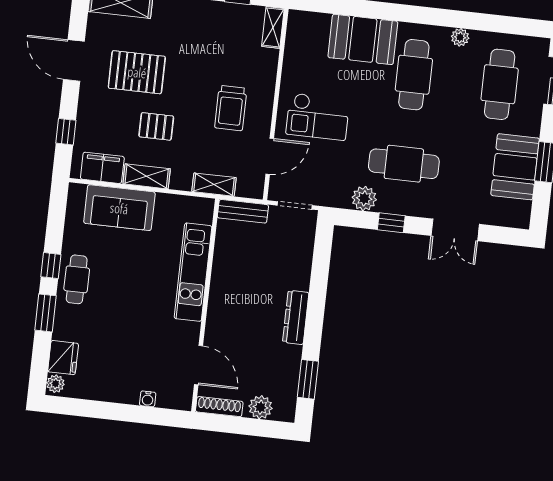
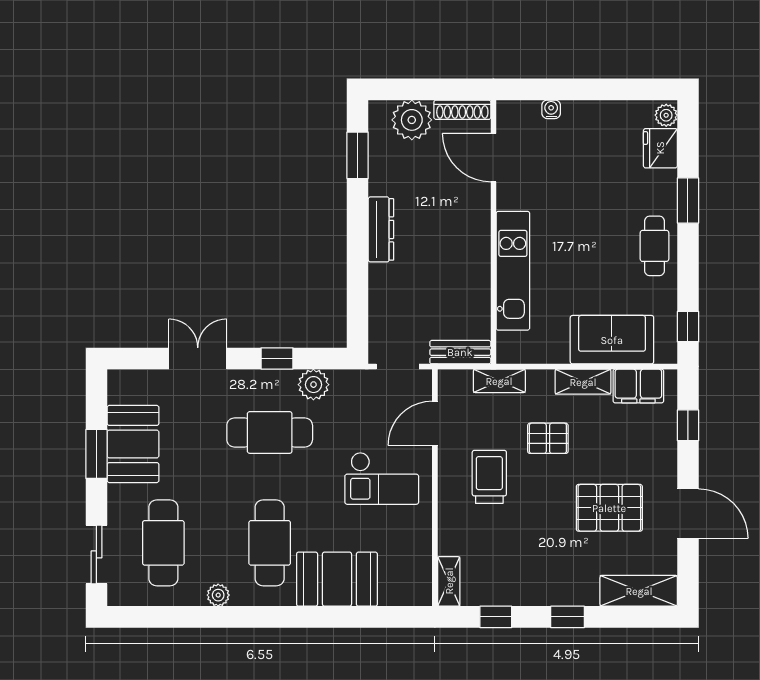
checkout: (318, 117) -> (382, 478), turned 180
pallet: (156, 126) -> (548, 438), moved
window: (51, 266) -> (688, 327), moved
plant: (261, 407) -> (412, 120), width x1.36, depth x1.36

